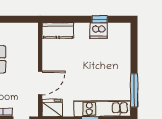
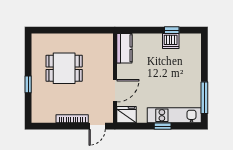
kitchen counter: (58, 30) -> (124, 48), moved, turned -90

